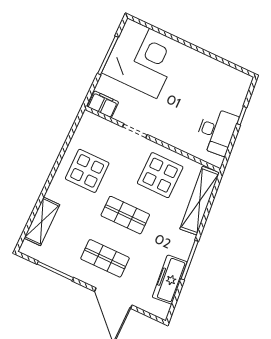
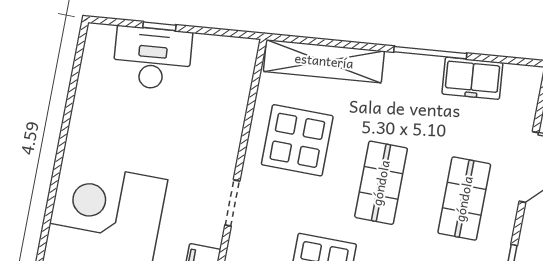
desk: (217, 131) -> (152, 58), moved
freezer: (170, 280) -> (472, 78), width x0.71

